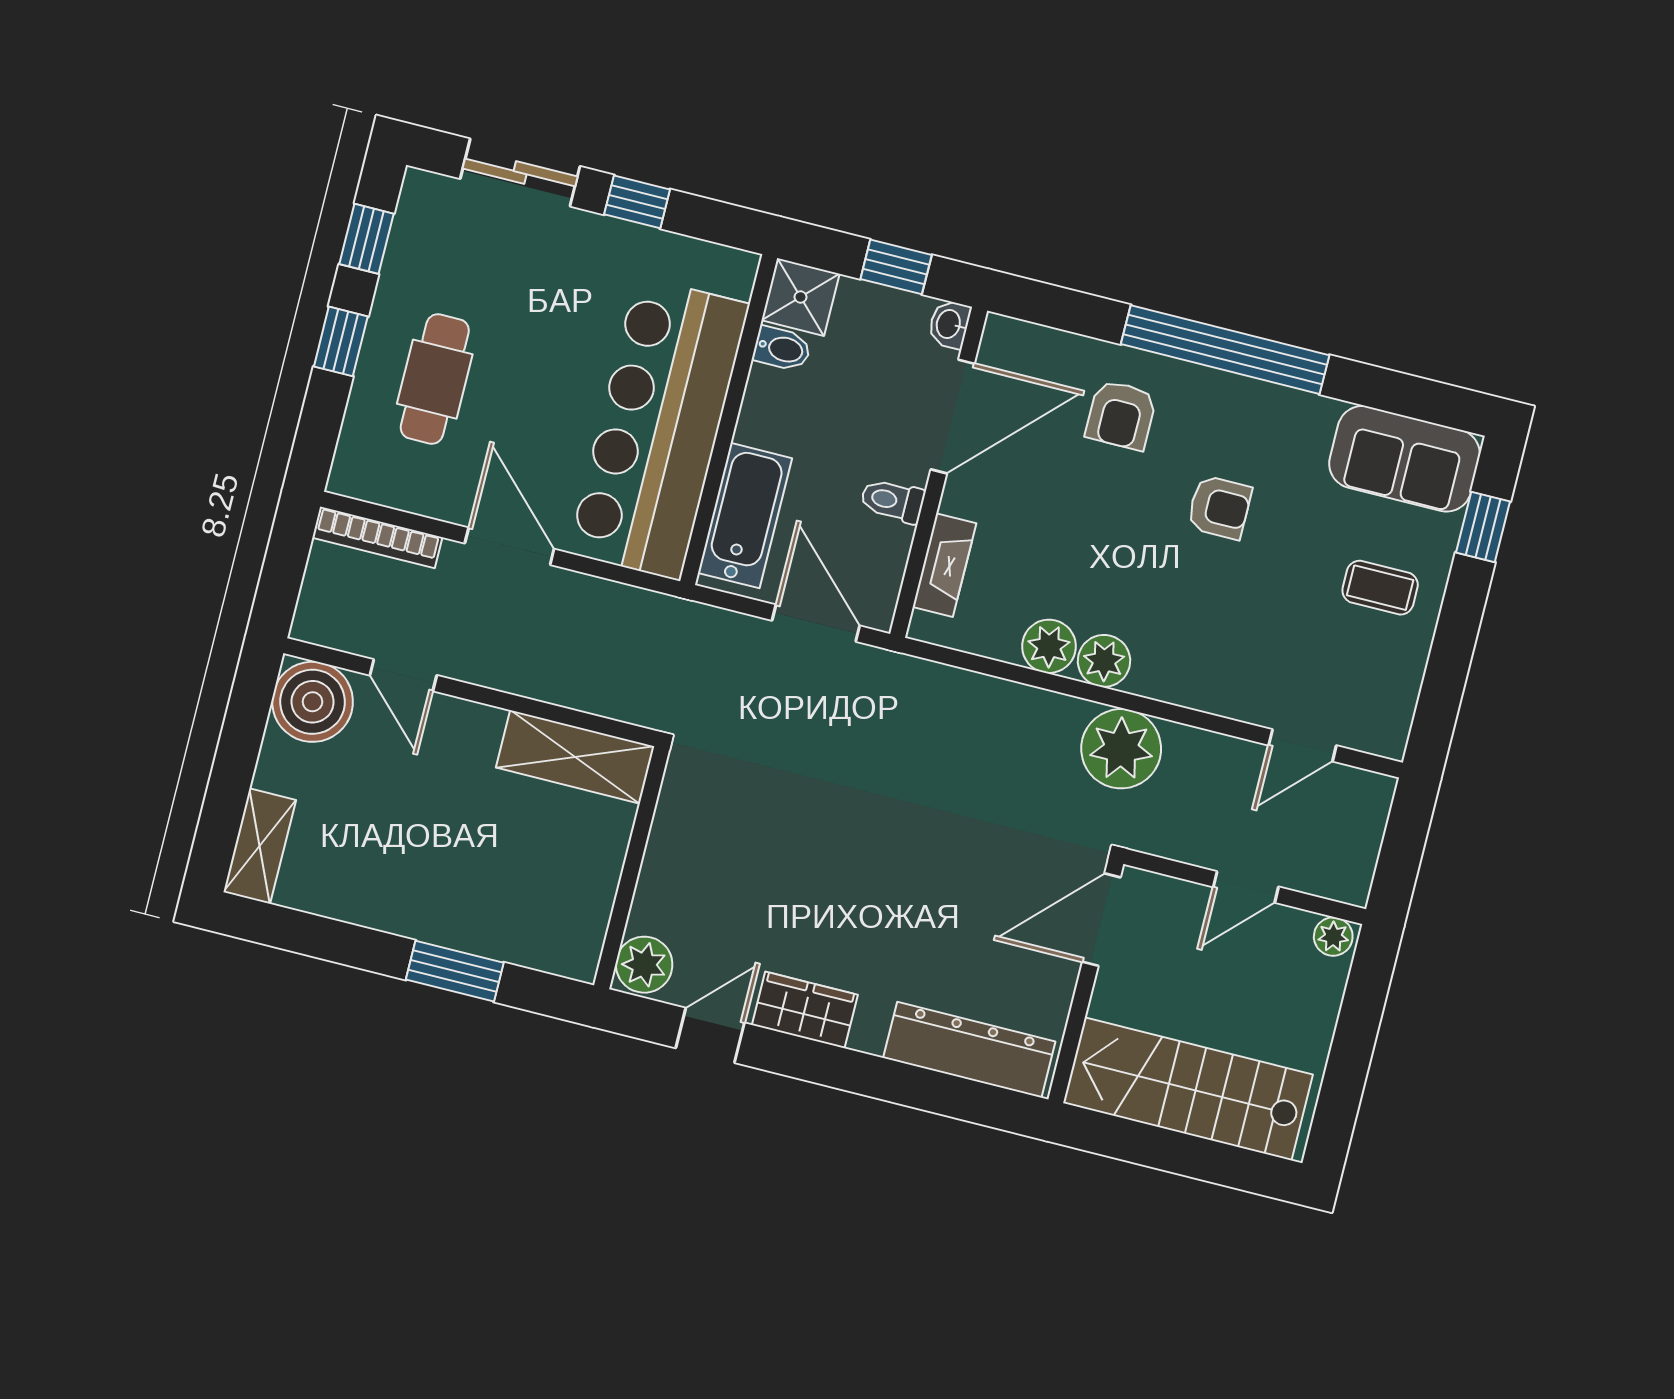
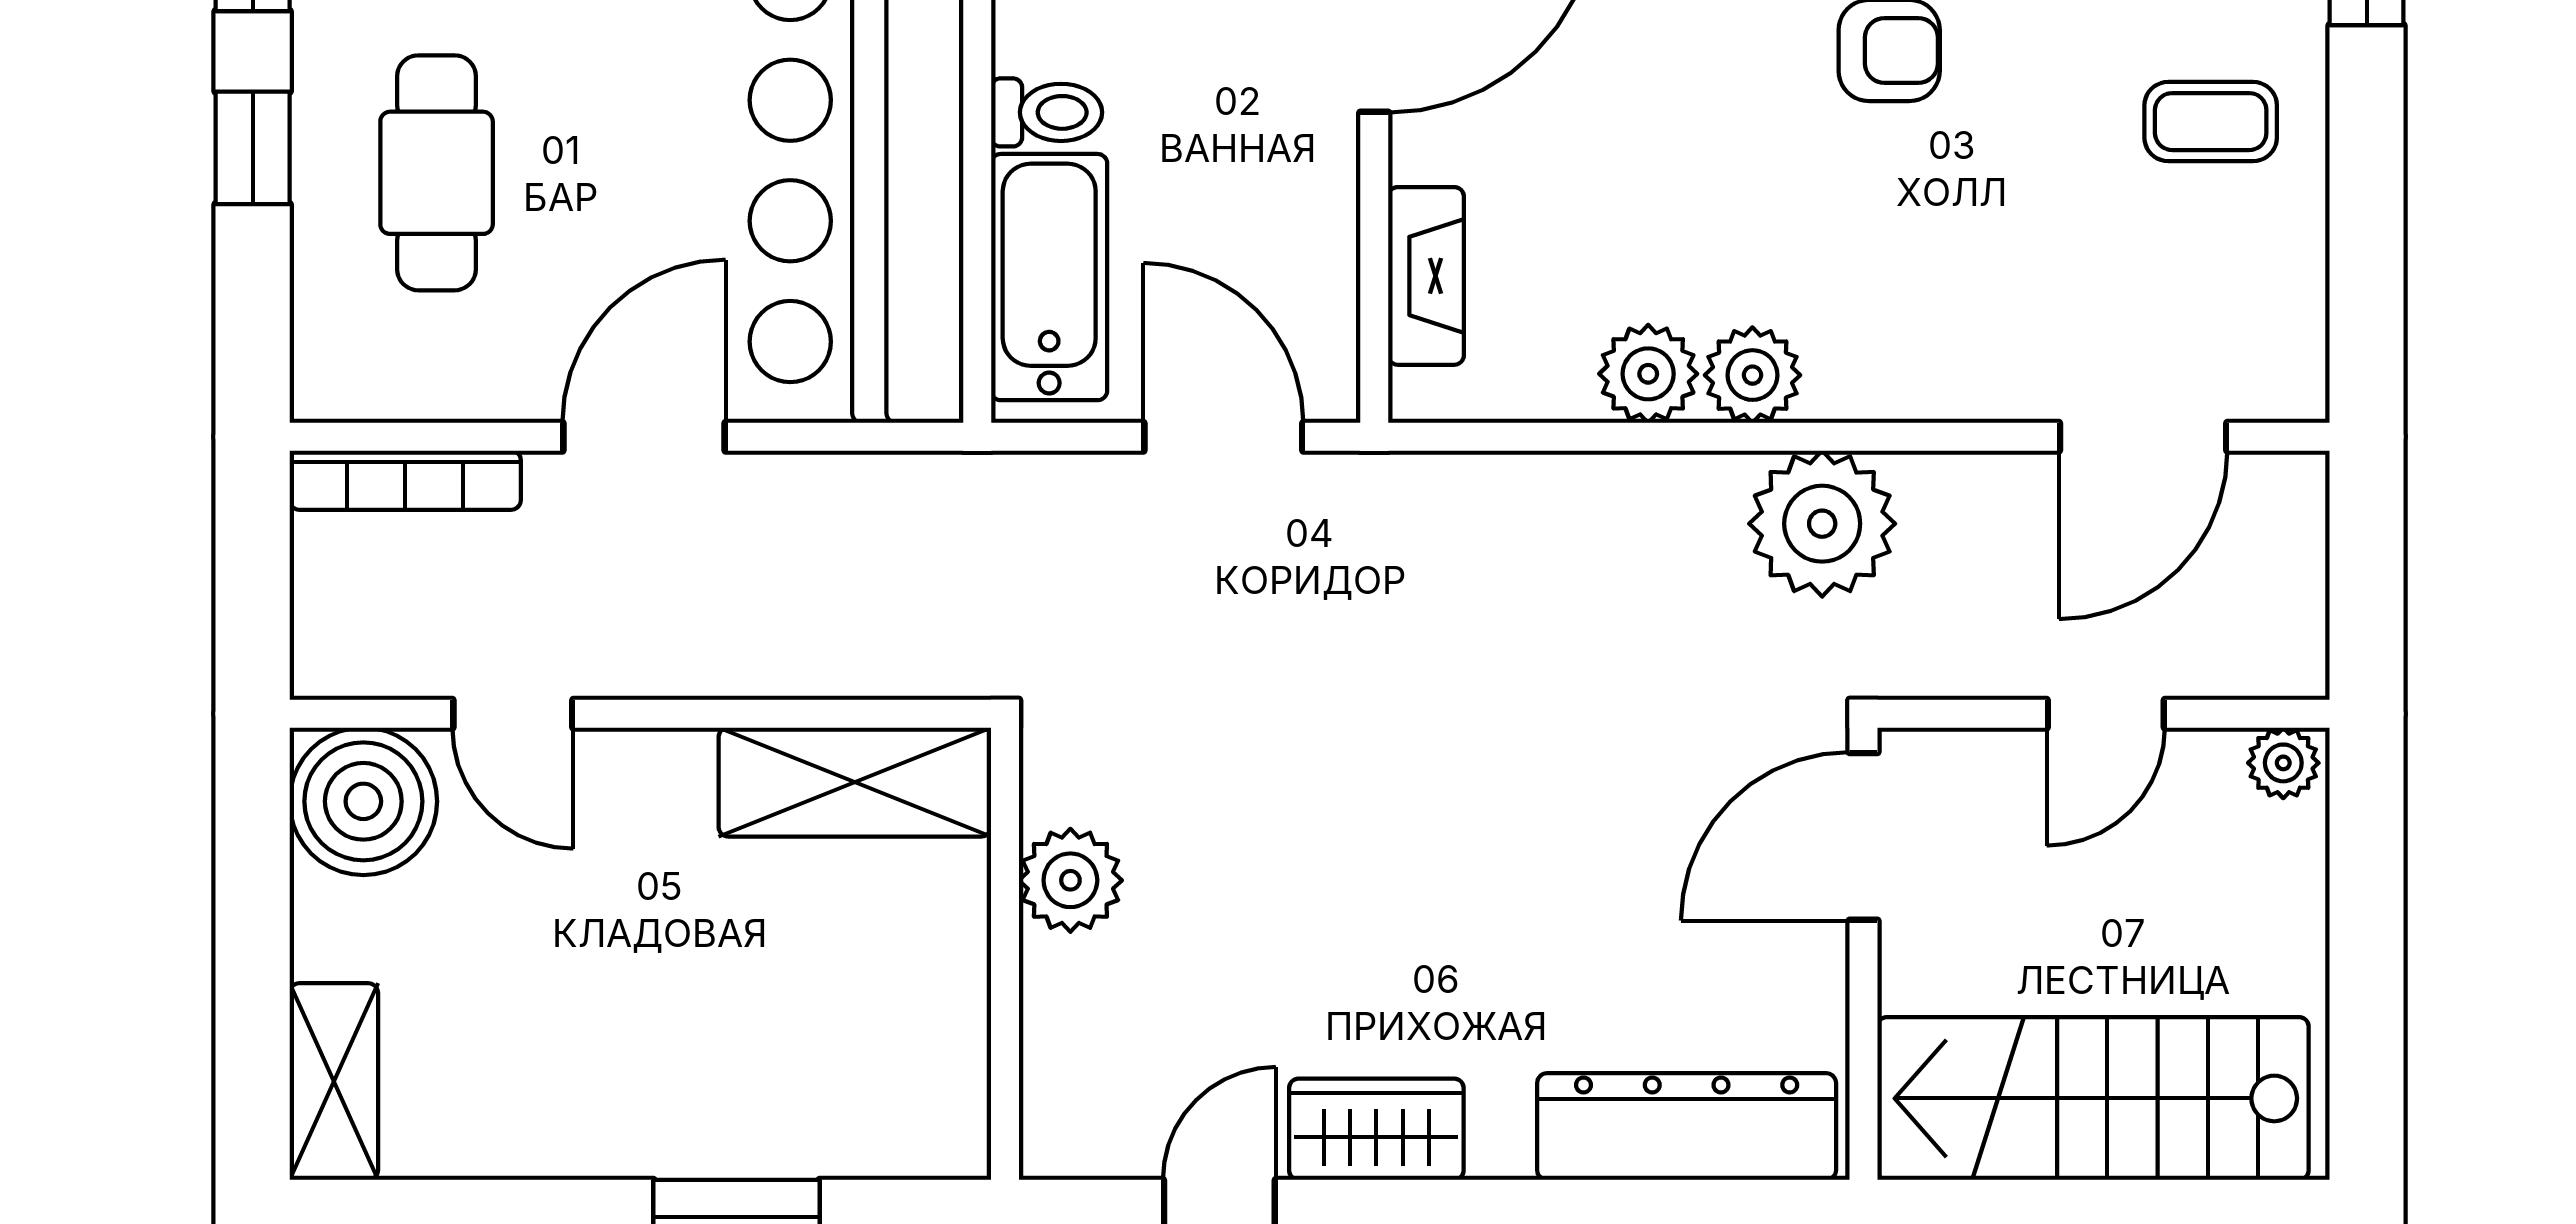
toilet: (892, 501) -> (1047, 112), moved, turned 180
door: (509, 546) -> (644, 437), hinge flipped
door: (1302, 745) -> (2143, 437), width x1.38
plant: (644, 965) -> (1070, 880), moved

